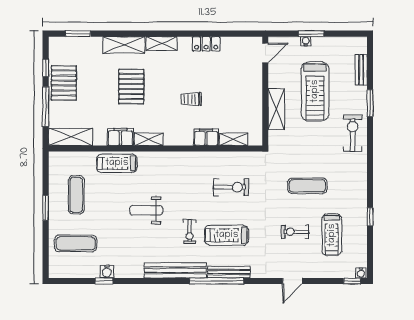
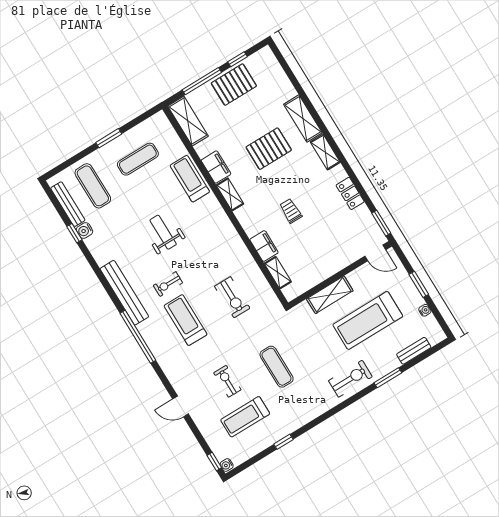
window: (78, 34) -> (381, 223), moved
water cooler: (306, 41) -> (425, 310), moved
bench: (229, 272) -> (68, 204), moved

